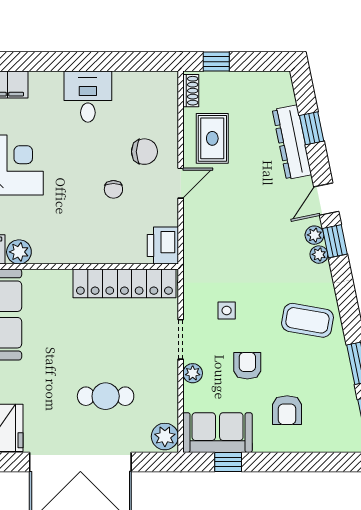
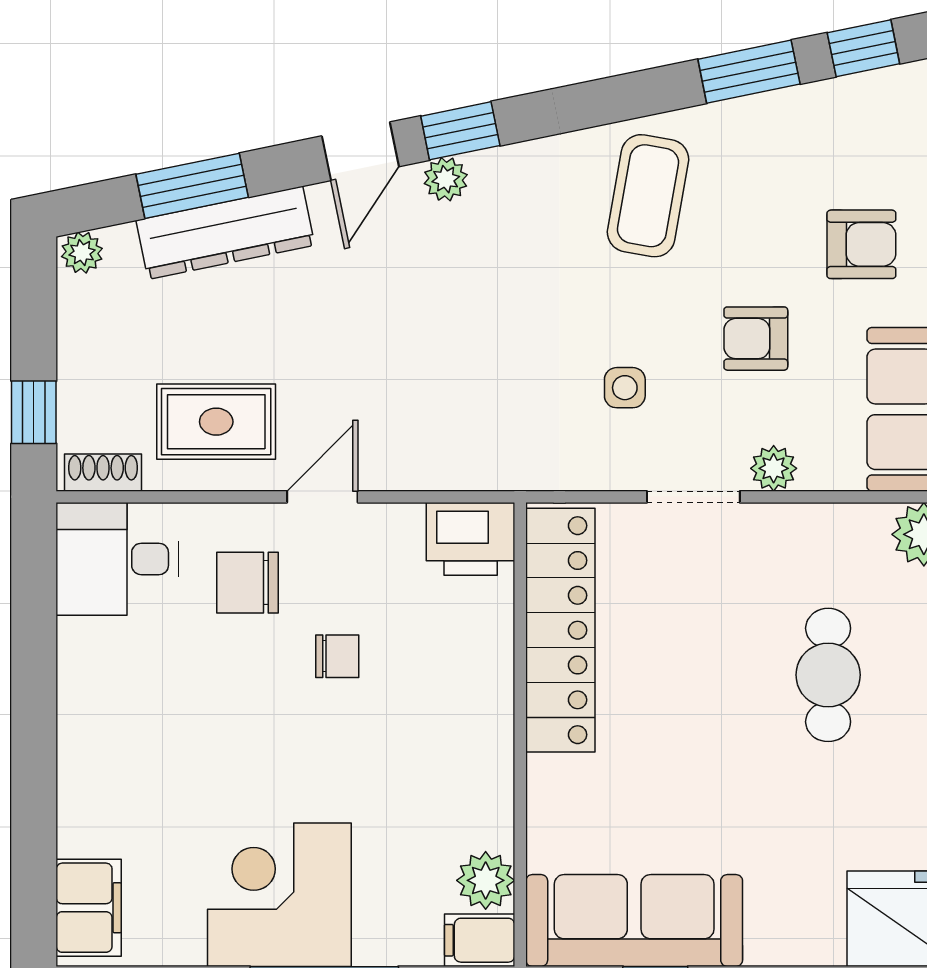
desk: (88, 97) -> (117, 559), moved
window: (312, 128) -> (192, 186), width x1.50
chair: (144, 152) -> (248, 583), turned -90
door: (181, 183) -> (322, 497), hinge flipped
door: (326, 199) -> (360, 151), hinge flipped
plant: (319, 255) -> (82, 253), moved

